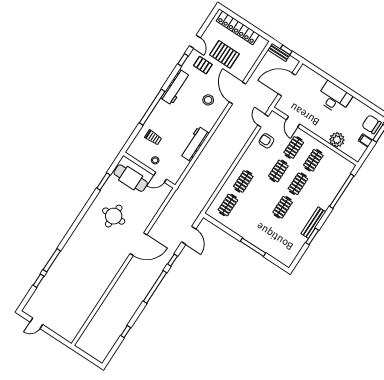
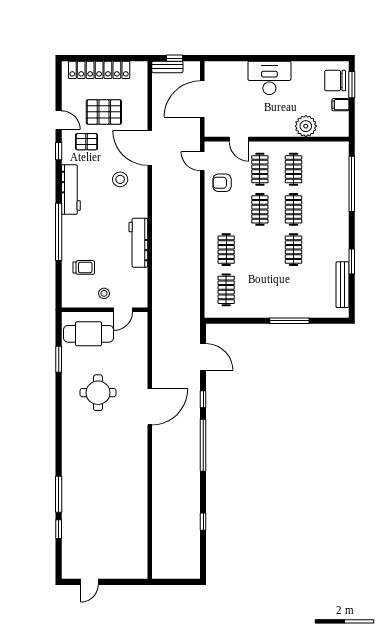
bench: (313, 223) -> (342, 285), moved

